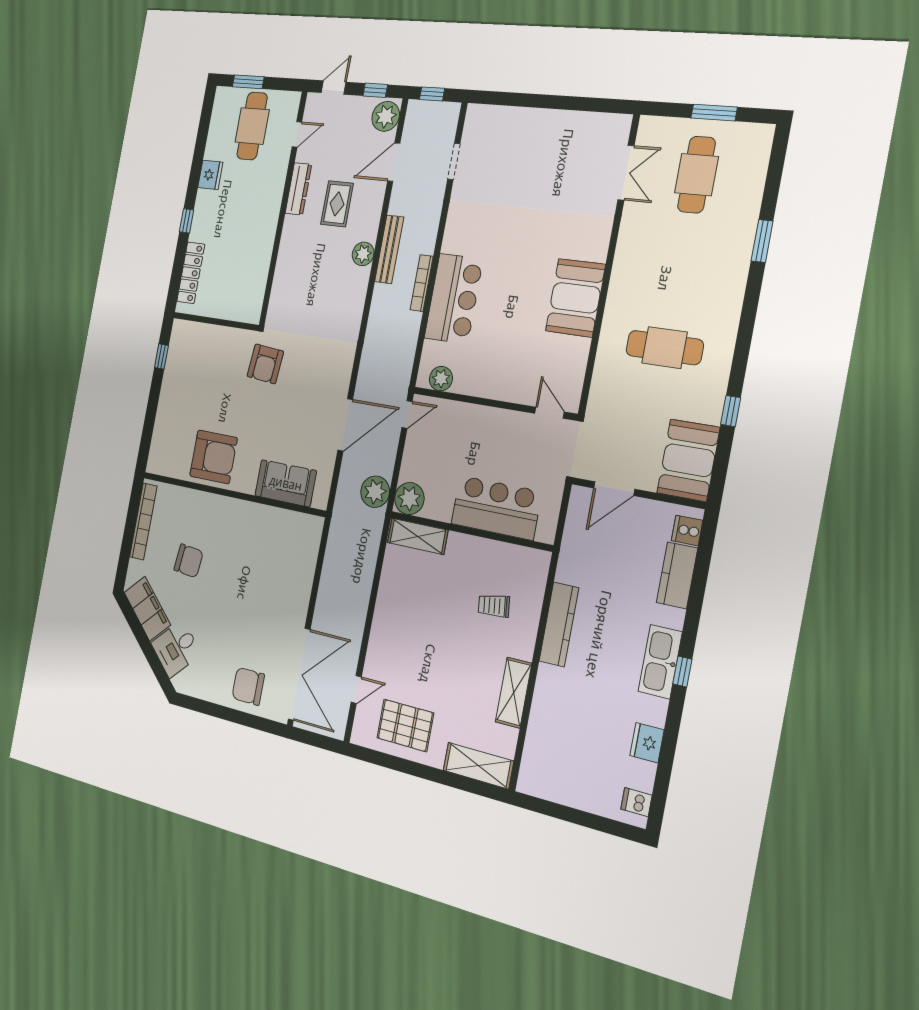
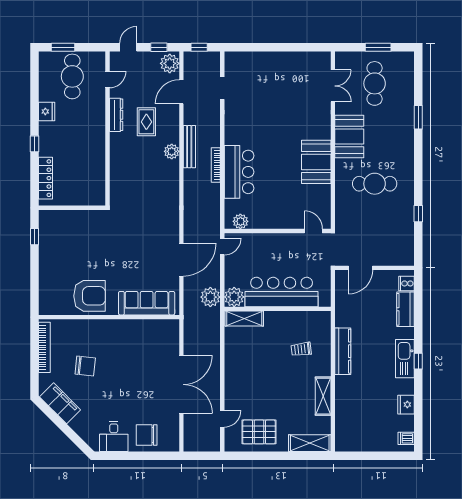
armchair: (265, 364) -> (116, 230), removed
booth: (688, 460) -> (349, 136), moved
sofa: (286, 483) -> (147, 303), width x1.36
bar counter: (496, 508) -> (282, 292), width x1.36
desk: (176, 649) -> (114, 437), moved, turned -45
double door: (299, 674) -> (181, 384), moved

